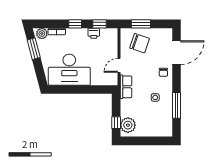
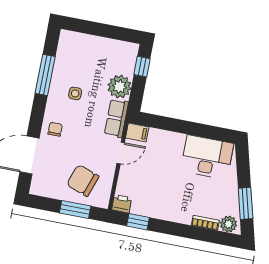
window: (75, 24) -> (175, 229), removed
printer: (94, 33) -> (122, 204), moved
desk: (69, 70) -> (207, 157), width x0.73, depth x0.77
filing cabinet: (111, 80) -> (137, 132), added
plant: (128, 125) -> (119, 87), moved

